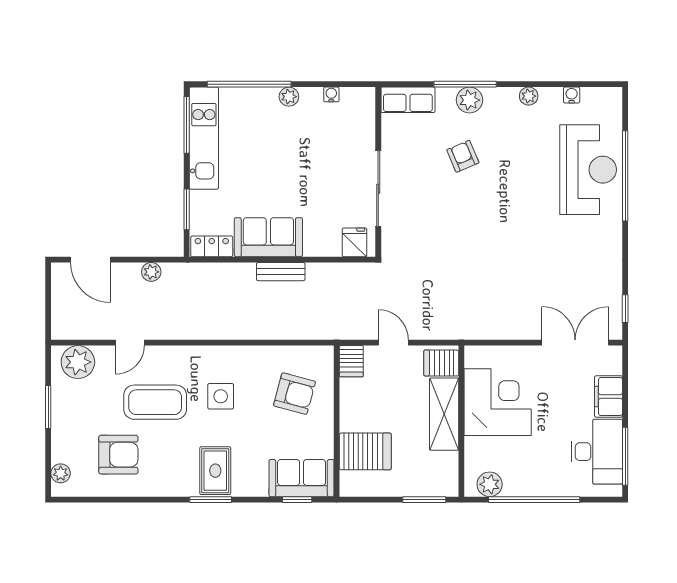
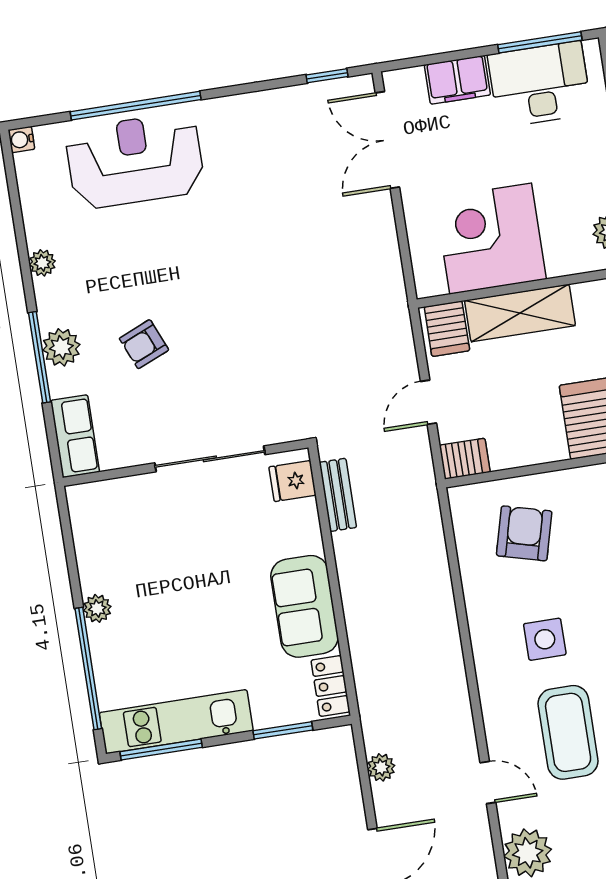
water cooler: (331, 94) -> (85, 548), removed
water cooler: (572, 95) -> (21, 140), moved
bench: (281, 272) -> (338, 495), moved

